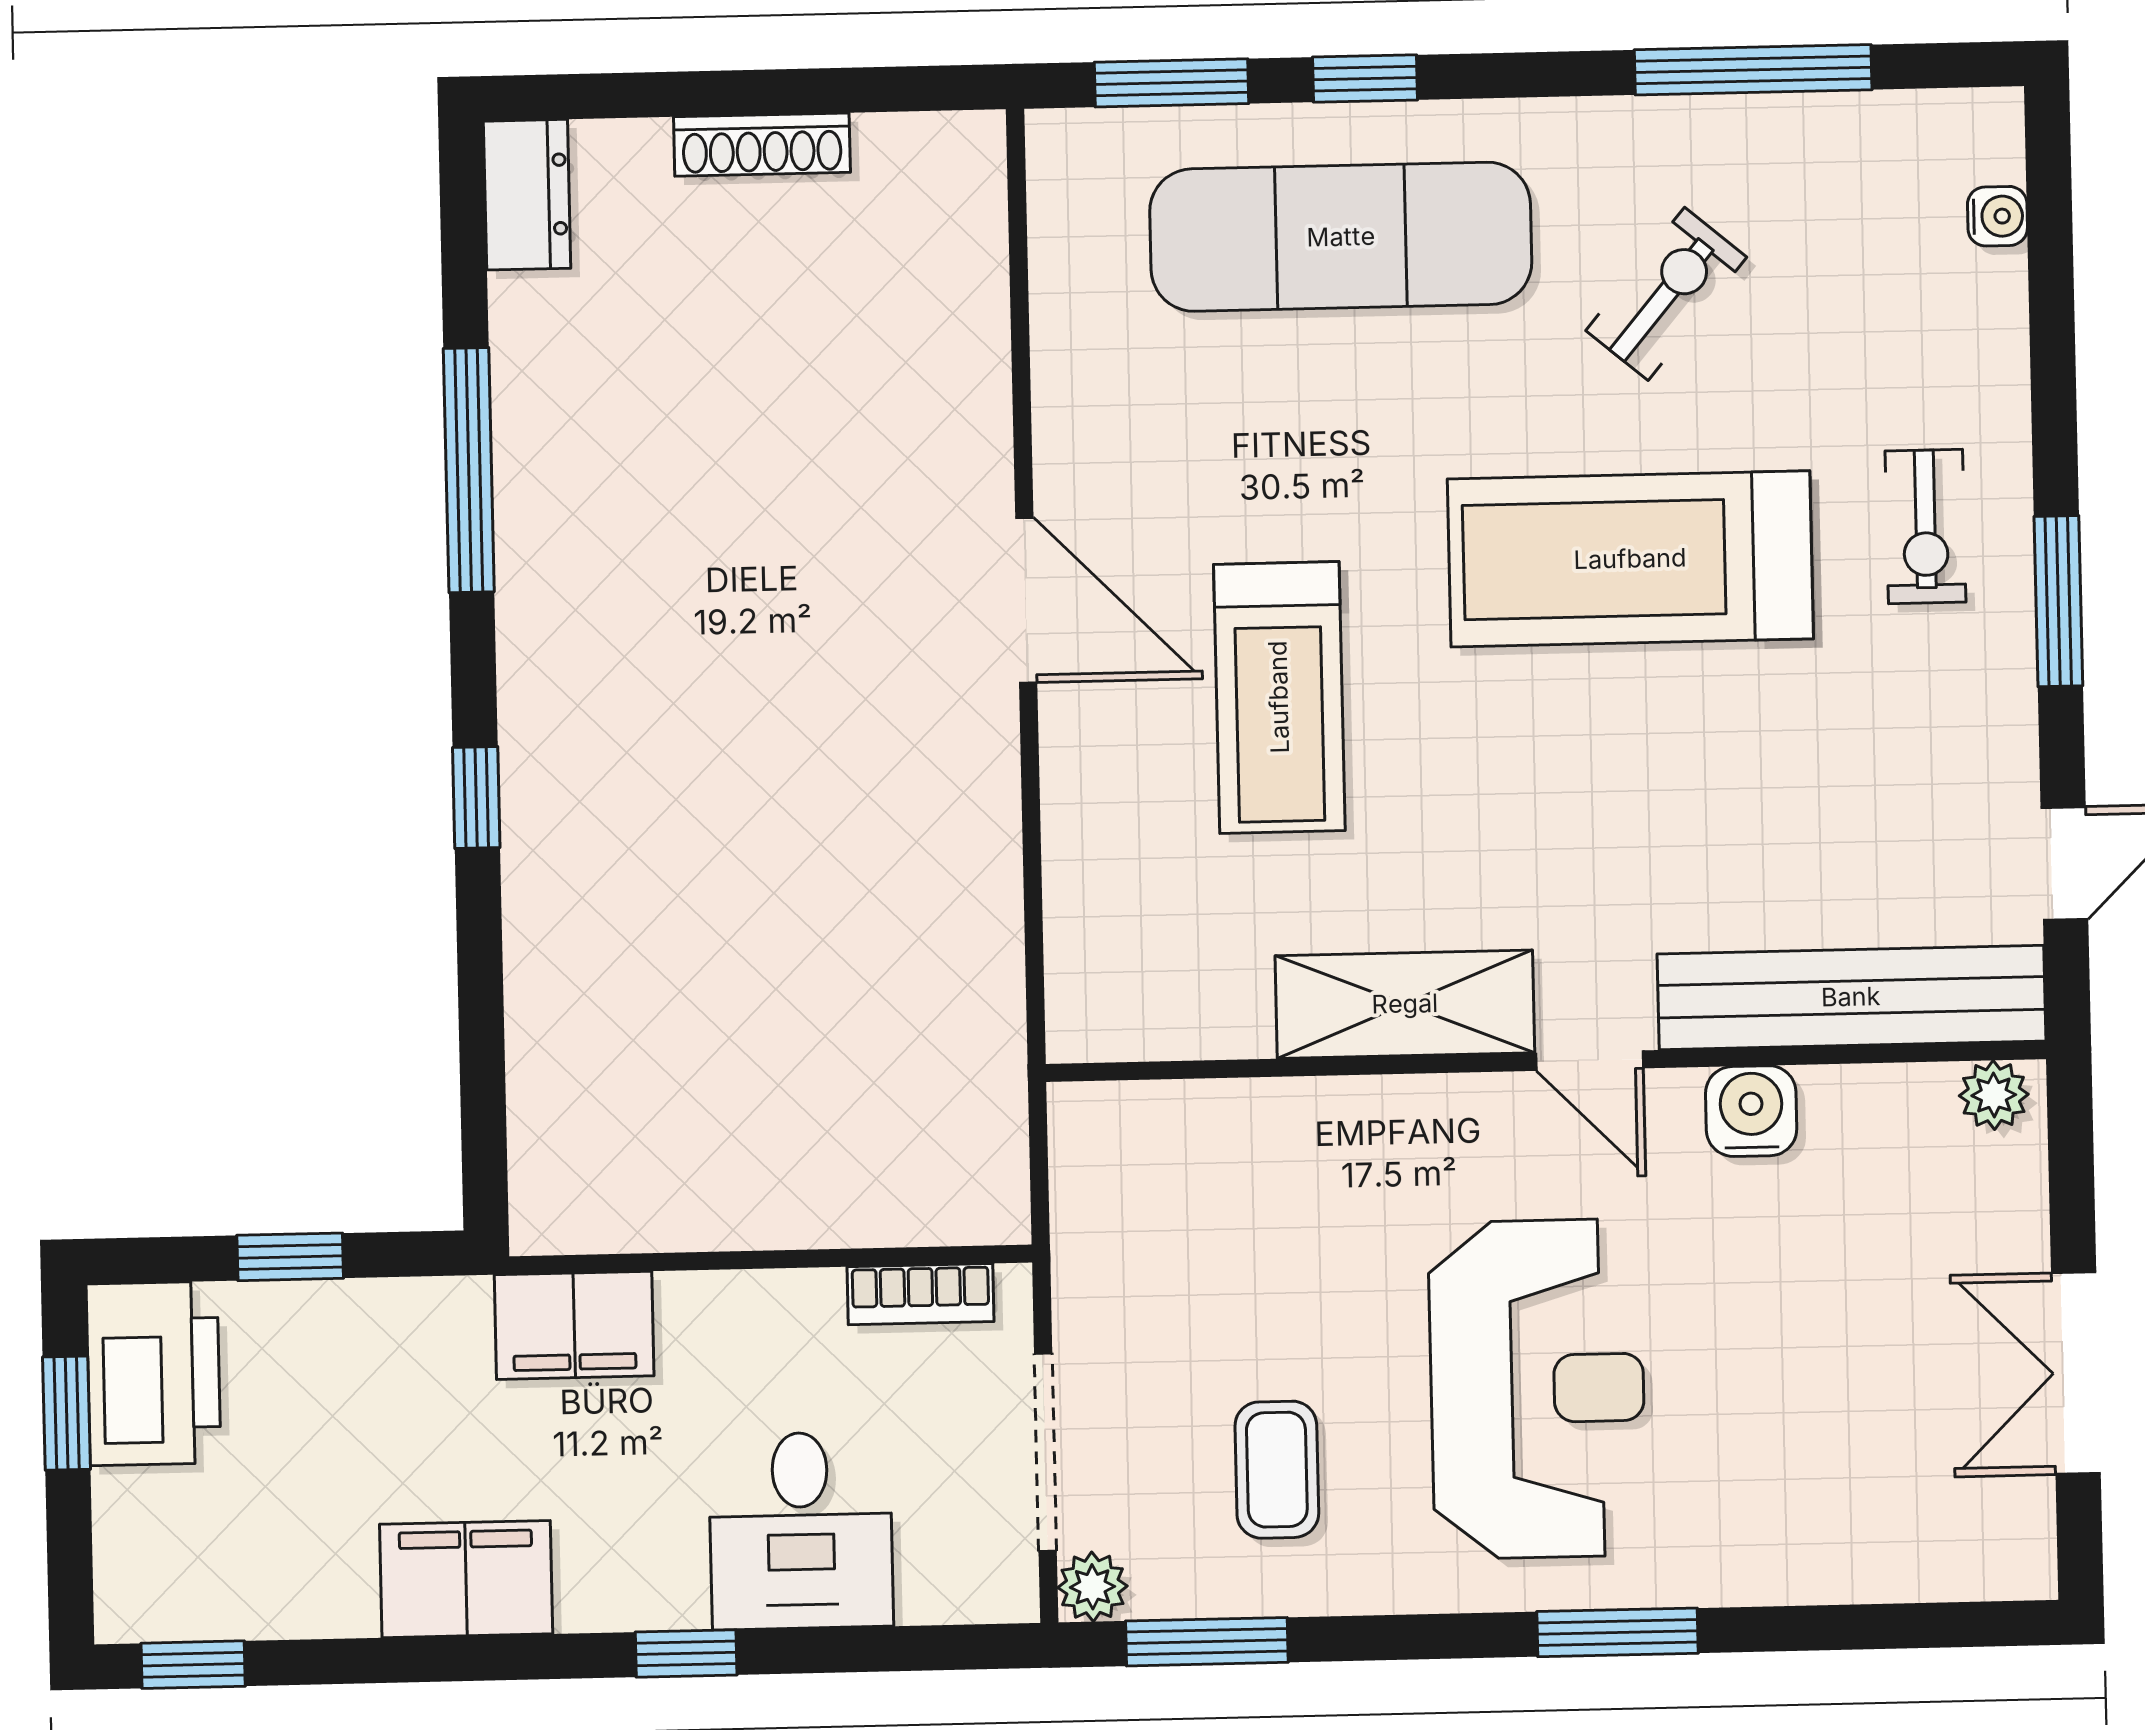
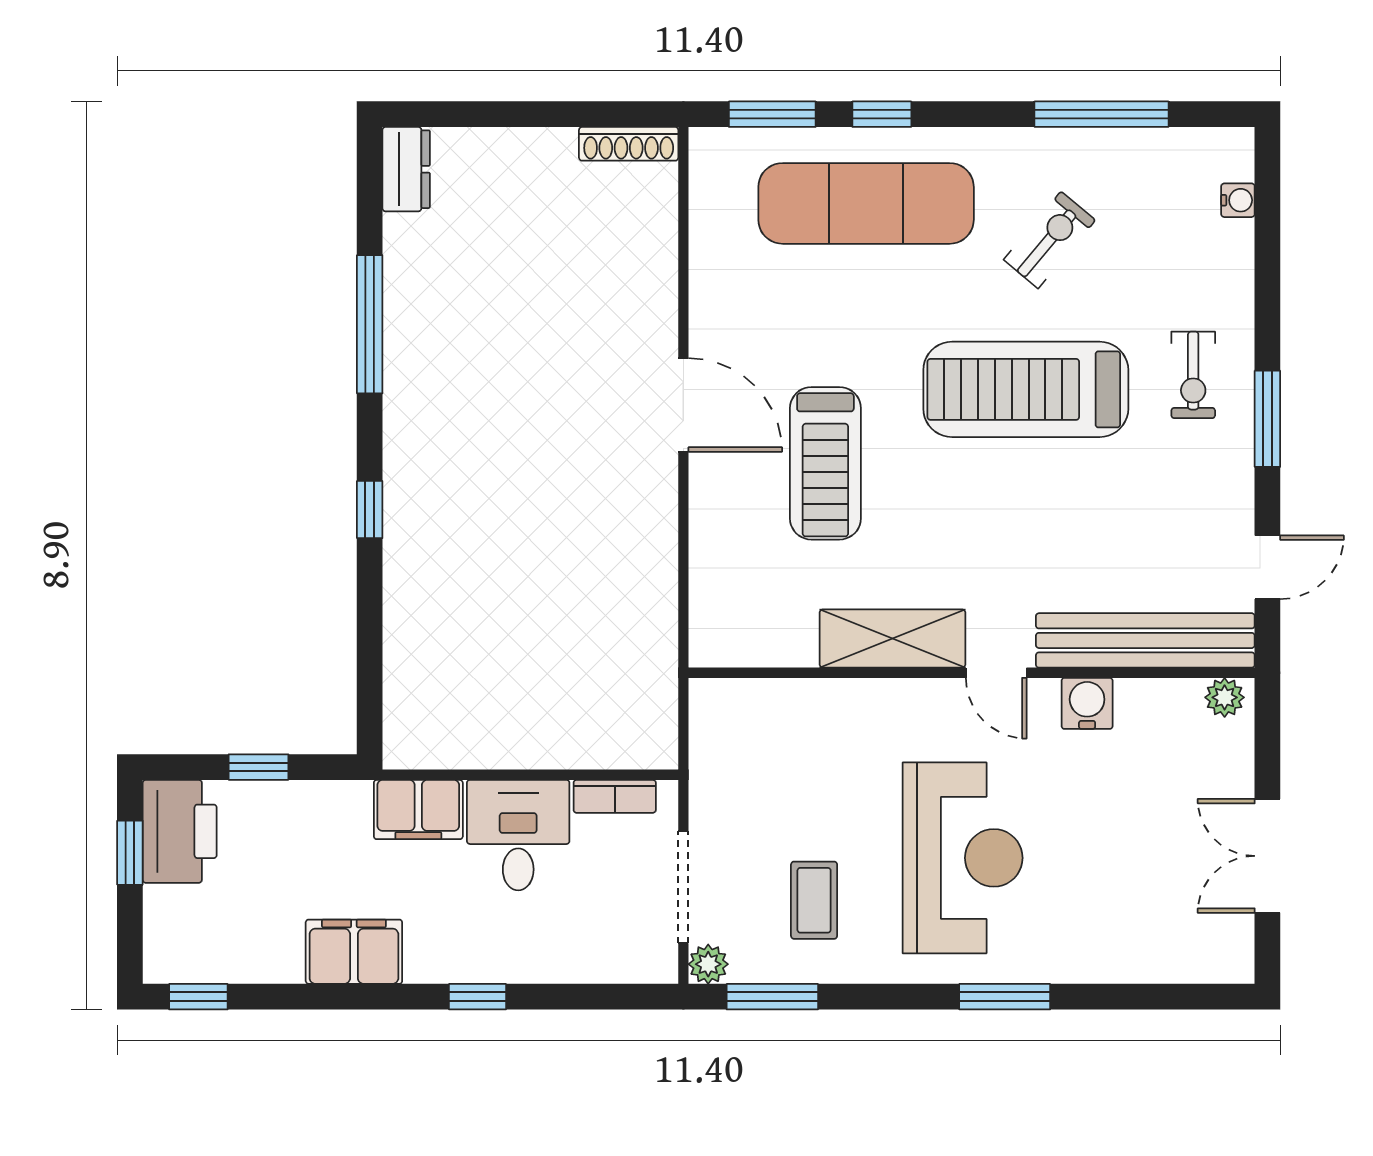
shoe rack: (762, 145) -> (629, 144), moved
desk: (801, 1531) -> (518, 835), moved, turned 180

